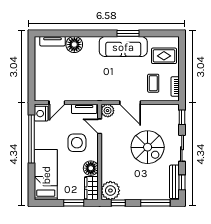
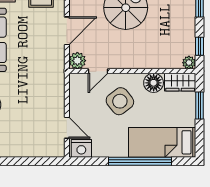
tv unit: (84, 109) -> (75, 92), removed
window: (31, 139) -> (140, 161), moved
side table: (77, 143) -> (120, 101), turned -38
plant: (110, 191) -> (189, 63), width x0.53, depth x0.53

